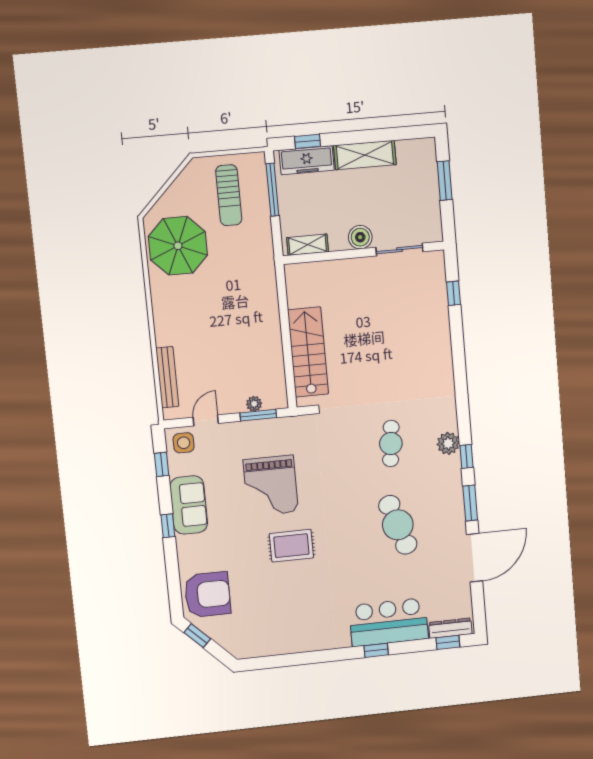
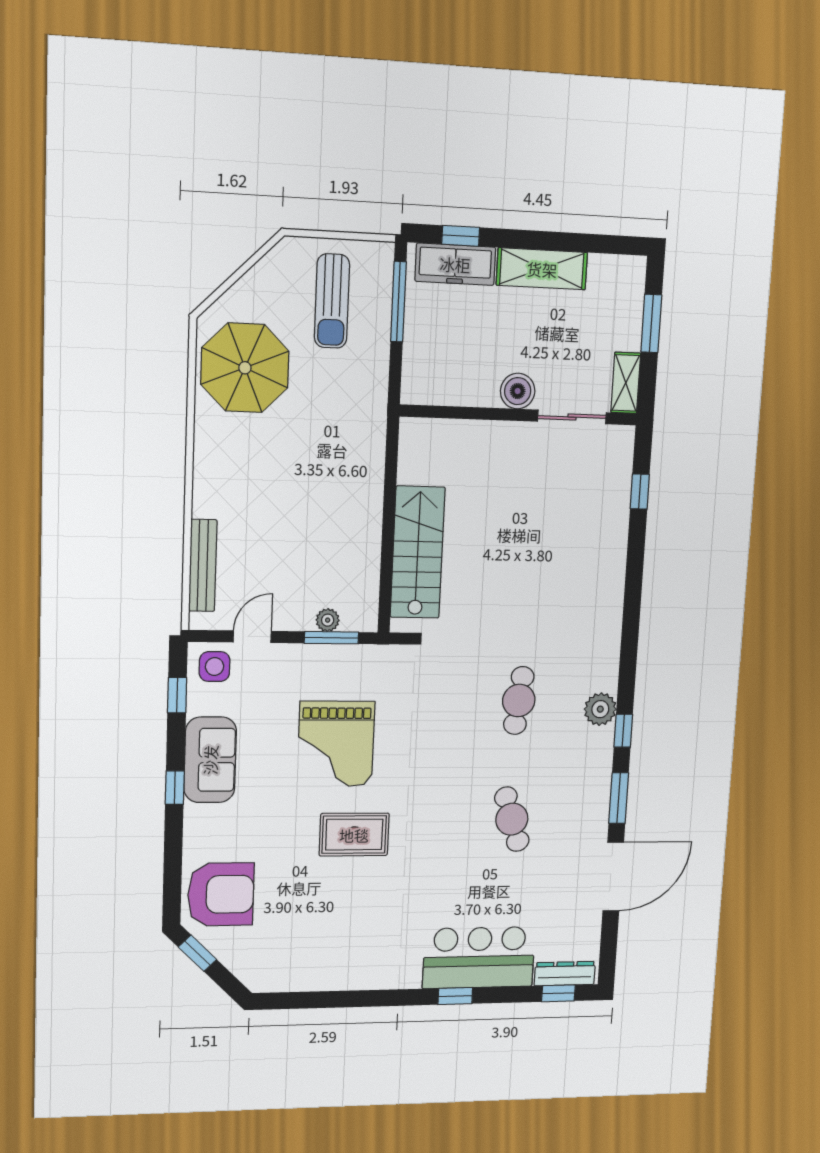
shelving: (308, 245) -> (626, 383), moved, turned 90
cafe table: (398, 525) -> (512, 819), width x0.73, depth x0.74

